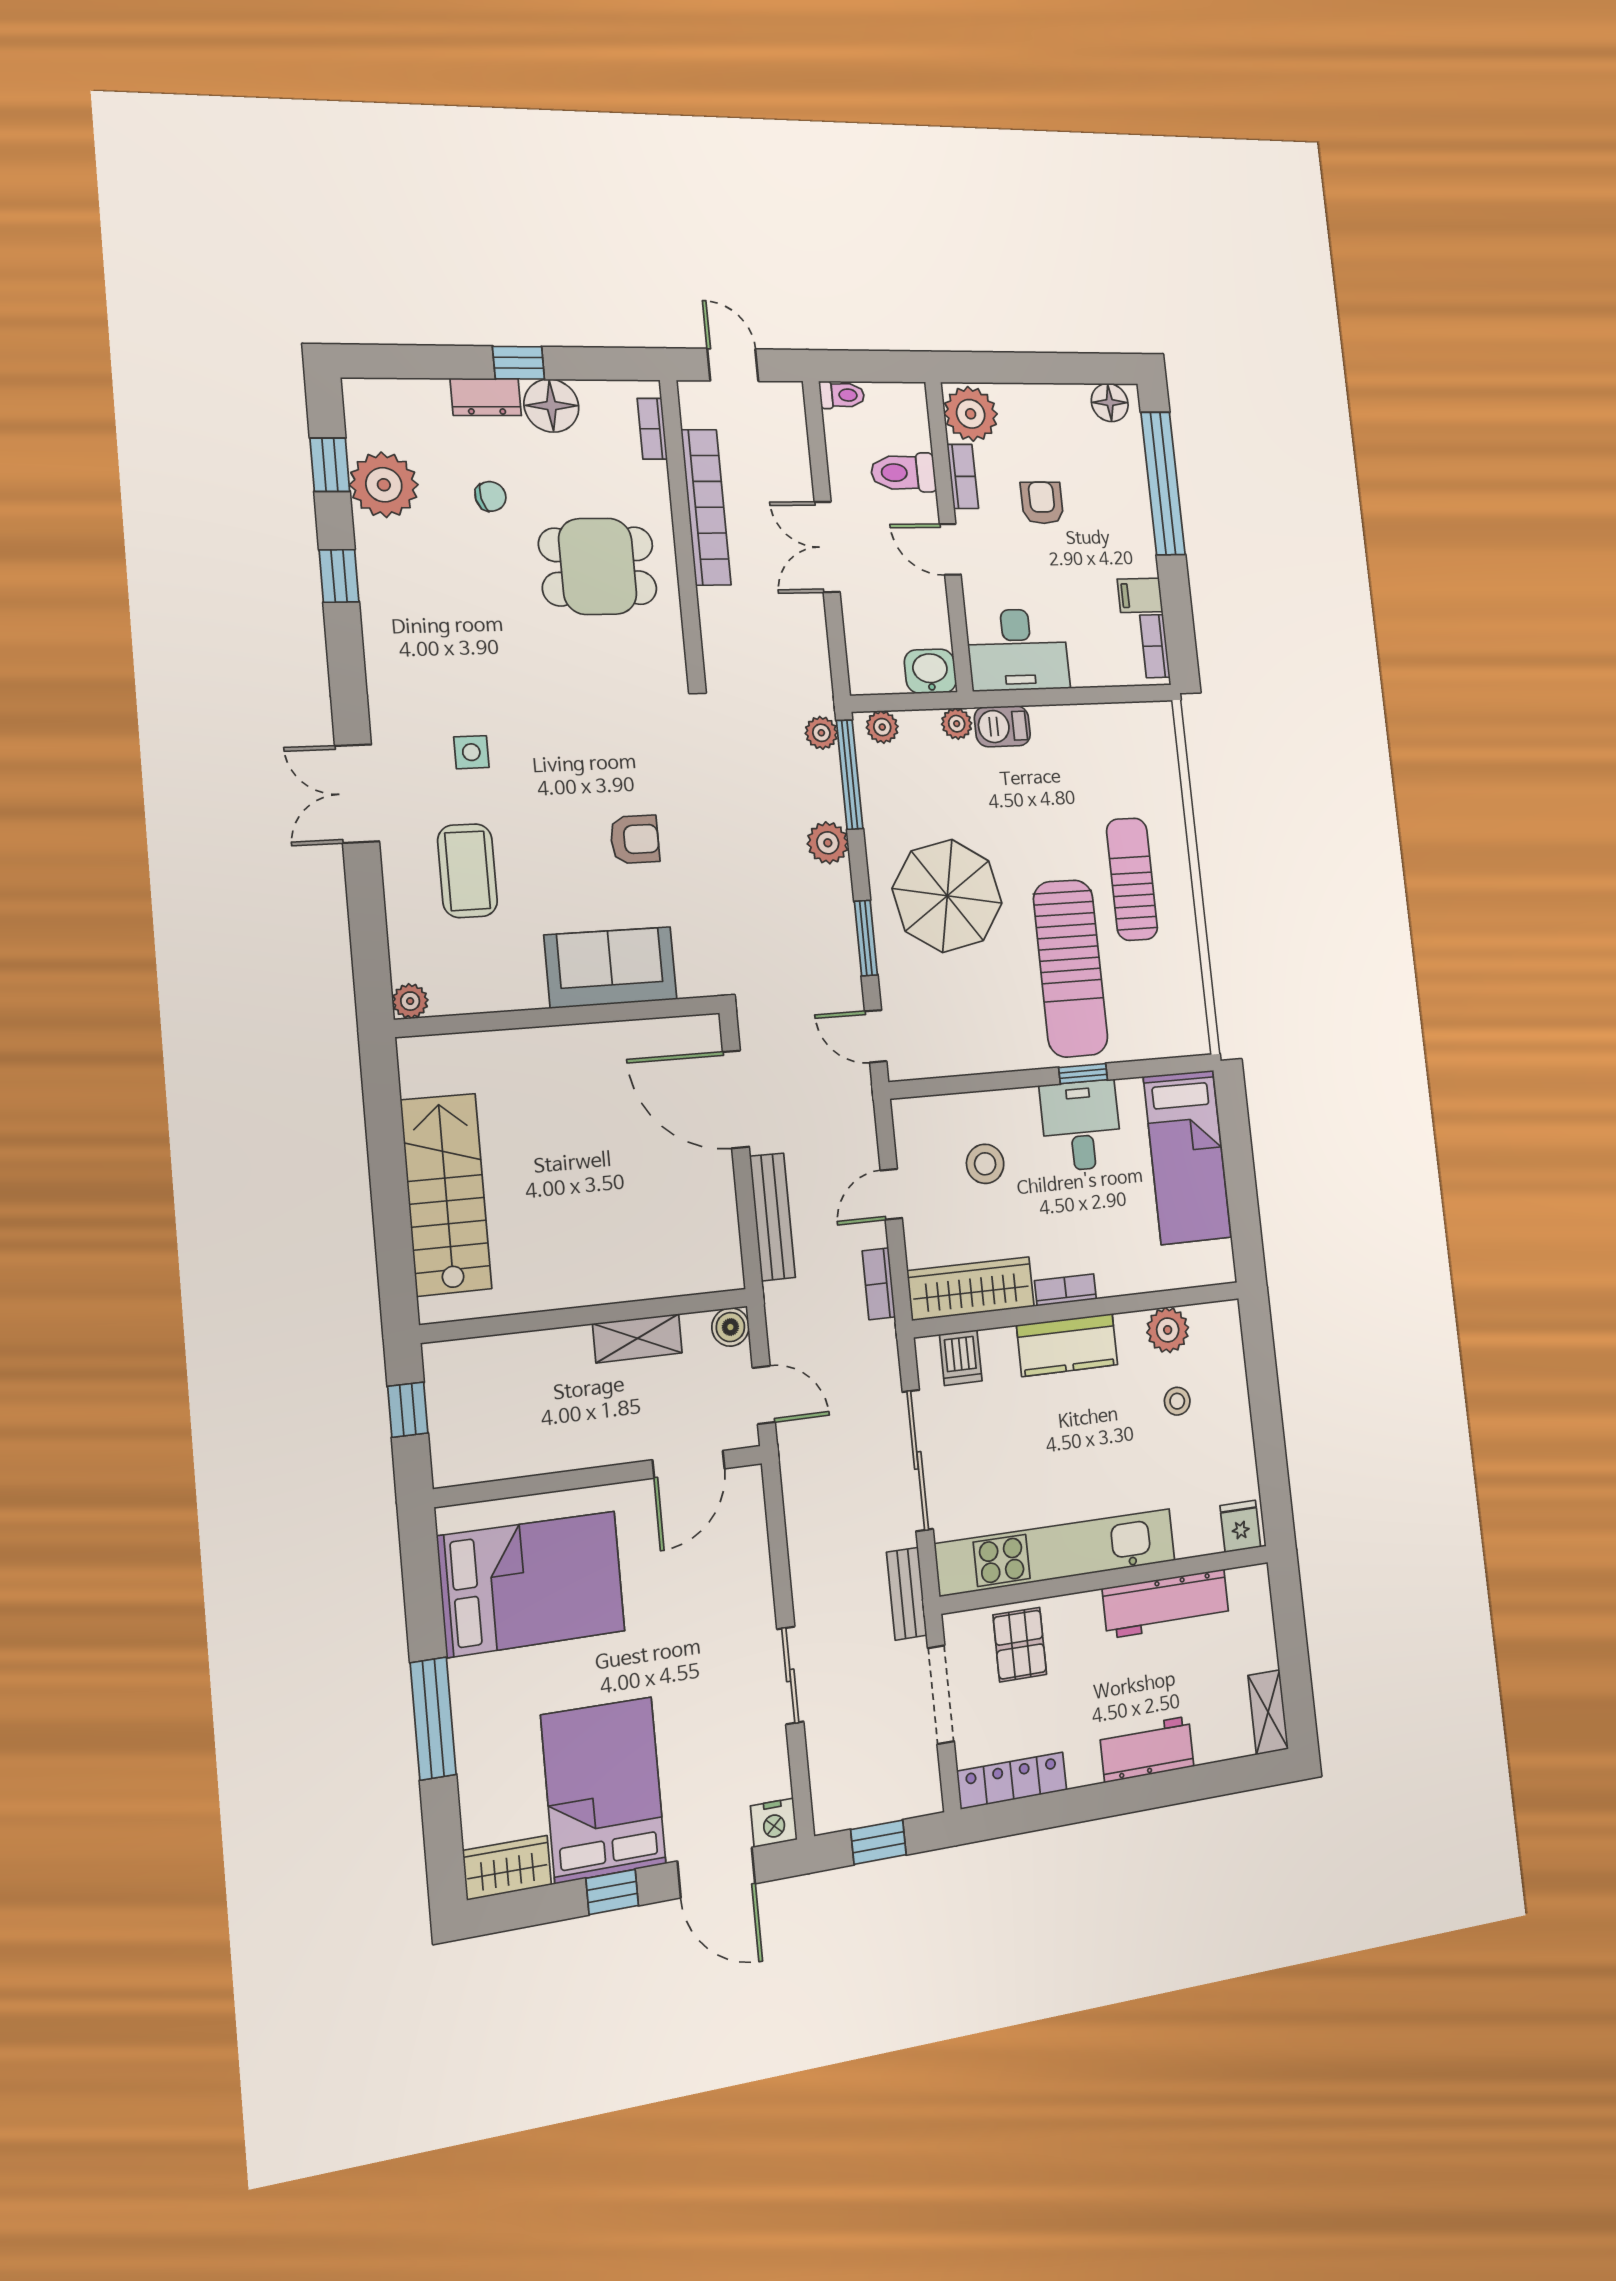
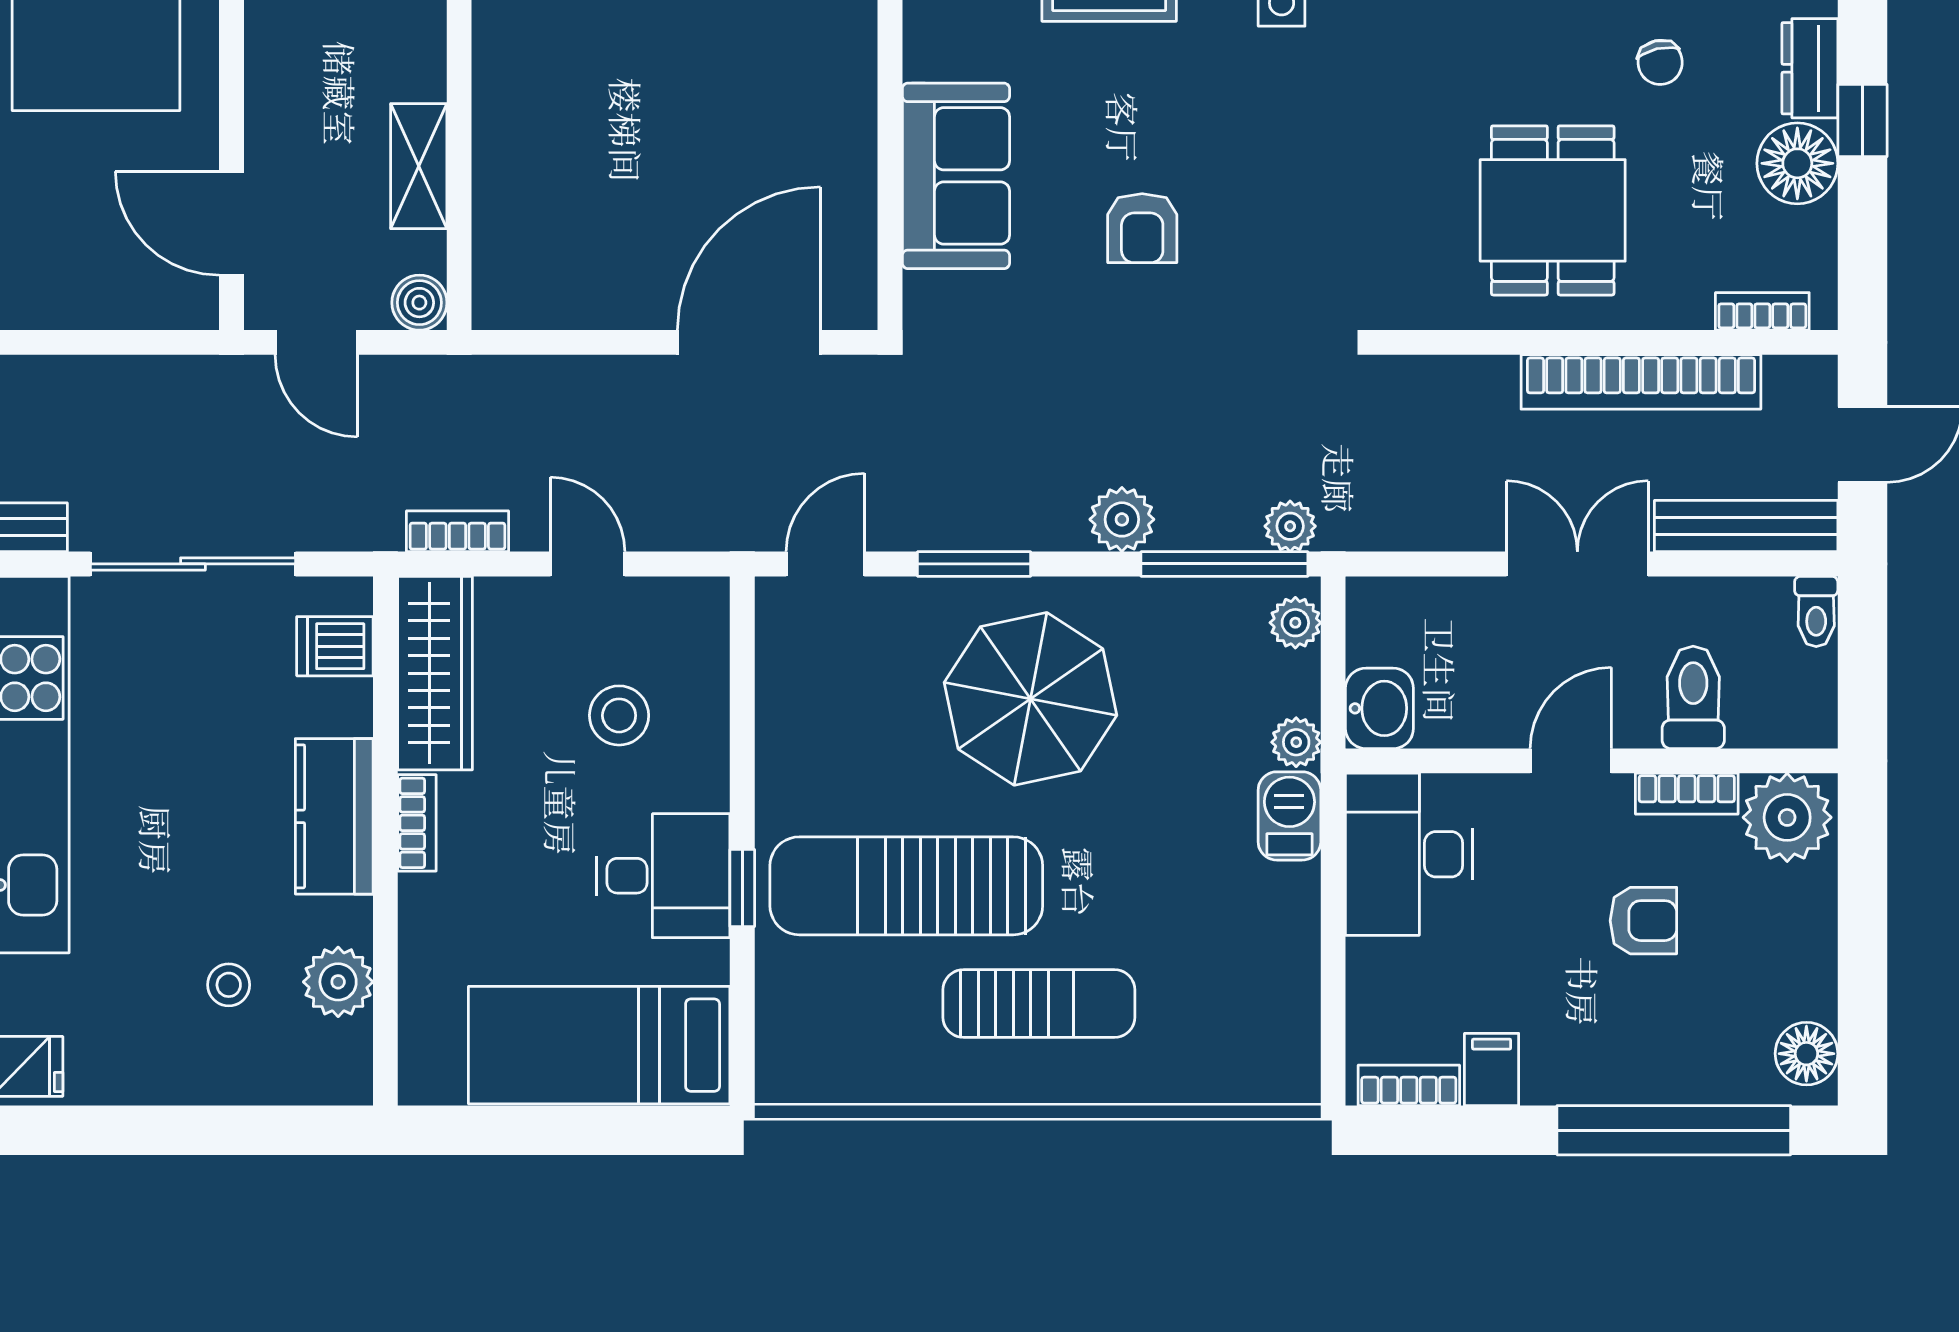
bench: (773, 1217) -> (1746, 526), moved
door: (764, 1395) -> (316, 342), hinge flipped

